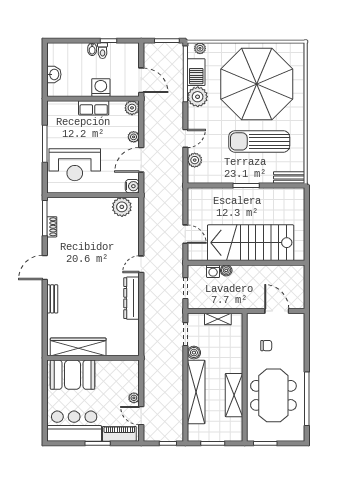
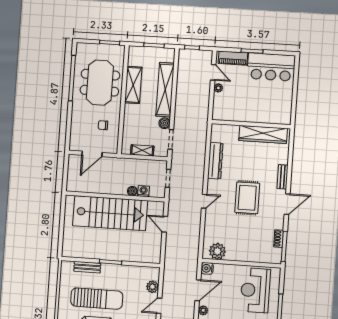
reception desk: (75, 165) -> (255, 290), turned -90
bench: (289, 177) -> (87, 267), moved
rug: (91, 272) -> (247, 198), added
dresser: (132, 298) -> (215, 161), moved
door: (277, 311) -> (92, 154), hinge flipped
booth: (73, 375) -> (269, 111), removed

